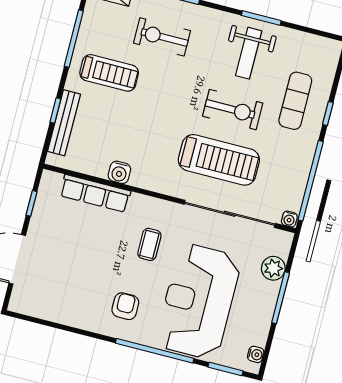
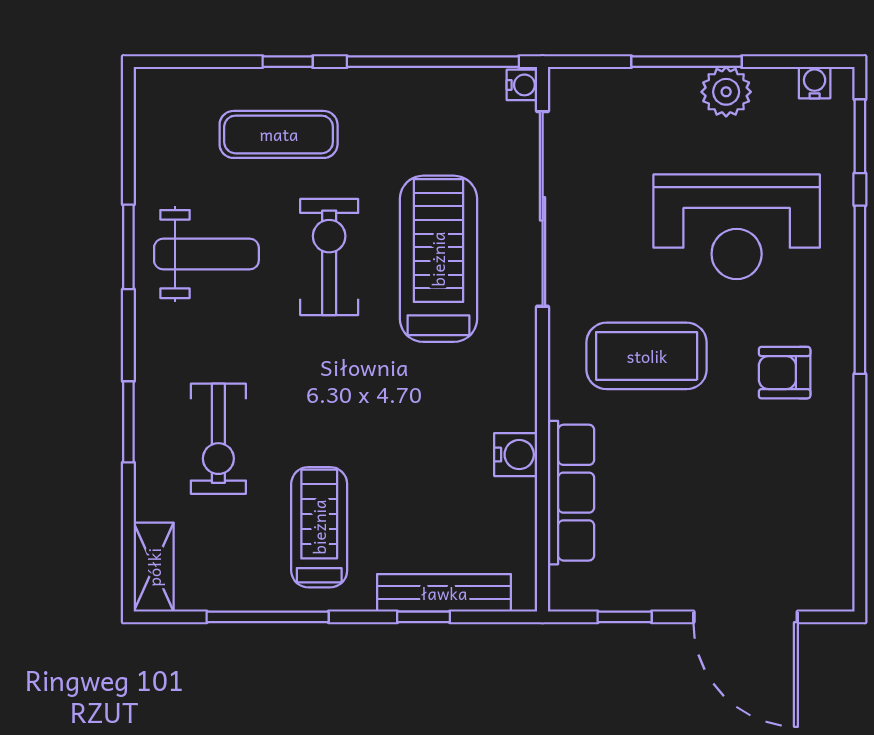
coffee table: (149, 244) -> (647, 356), width x1.86, depth x1.72
plant: (273, 268) -> (726, 92), moved
reception desk: (198, 301) -> (737, 227), width x0.74, depth x0.77

